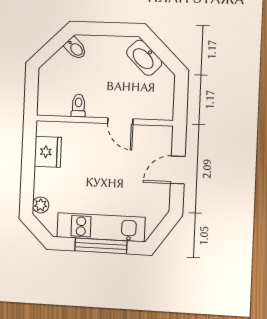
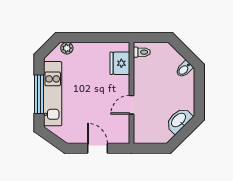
toilet: (78, 106) -> (142, 52), moved
fridge: (48, 152) -> (120, 63), moved, turned 90

